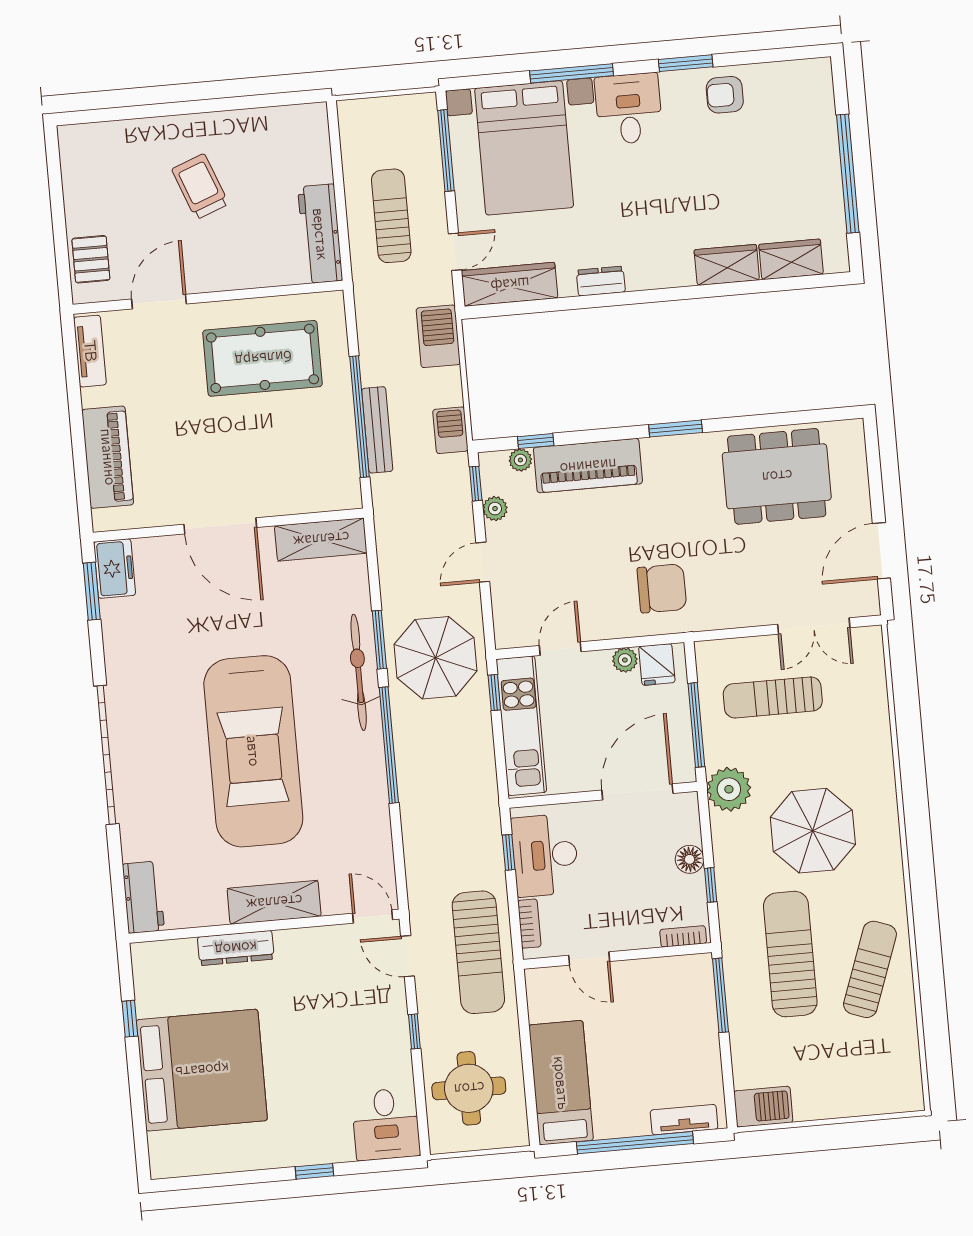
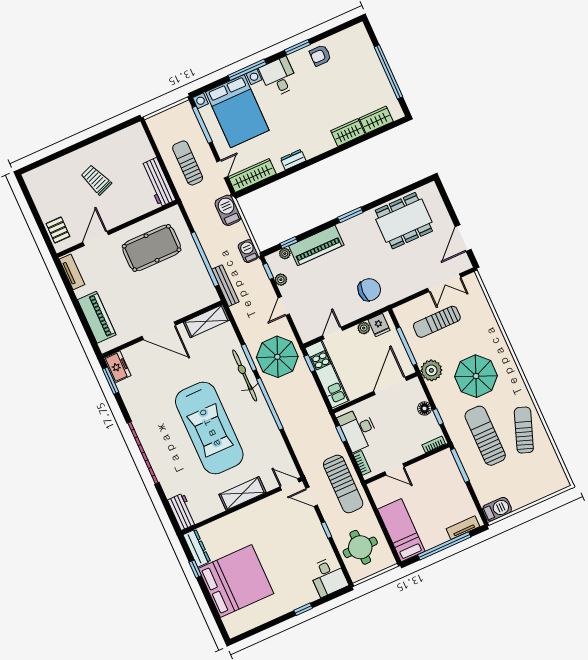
bench: (377, 430) -> (225, 286), moved
dresser: (236, 948) -> (197, 548), moved, turned -90

